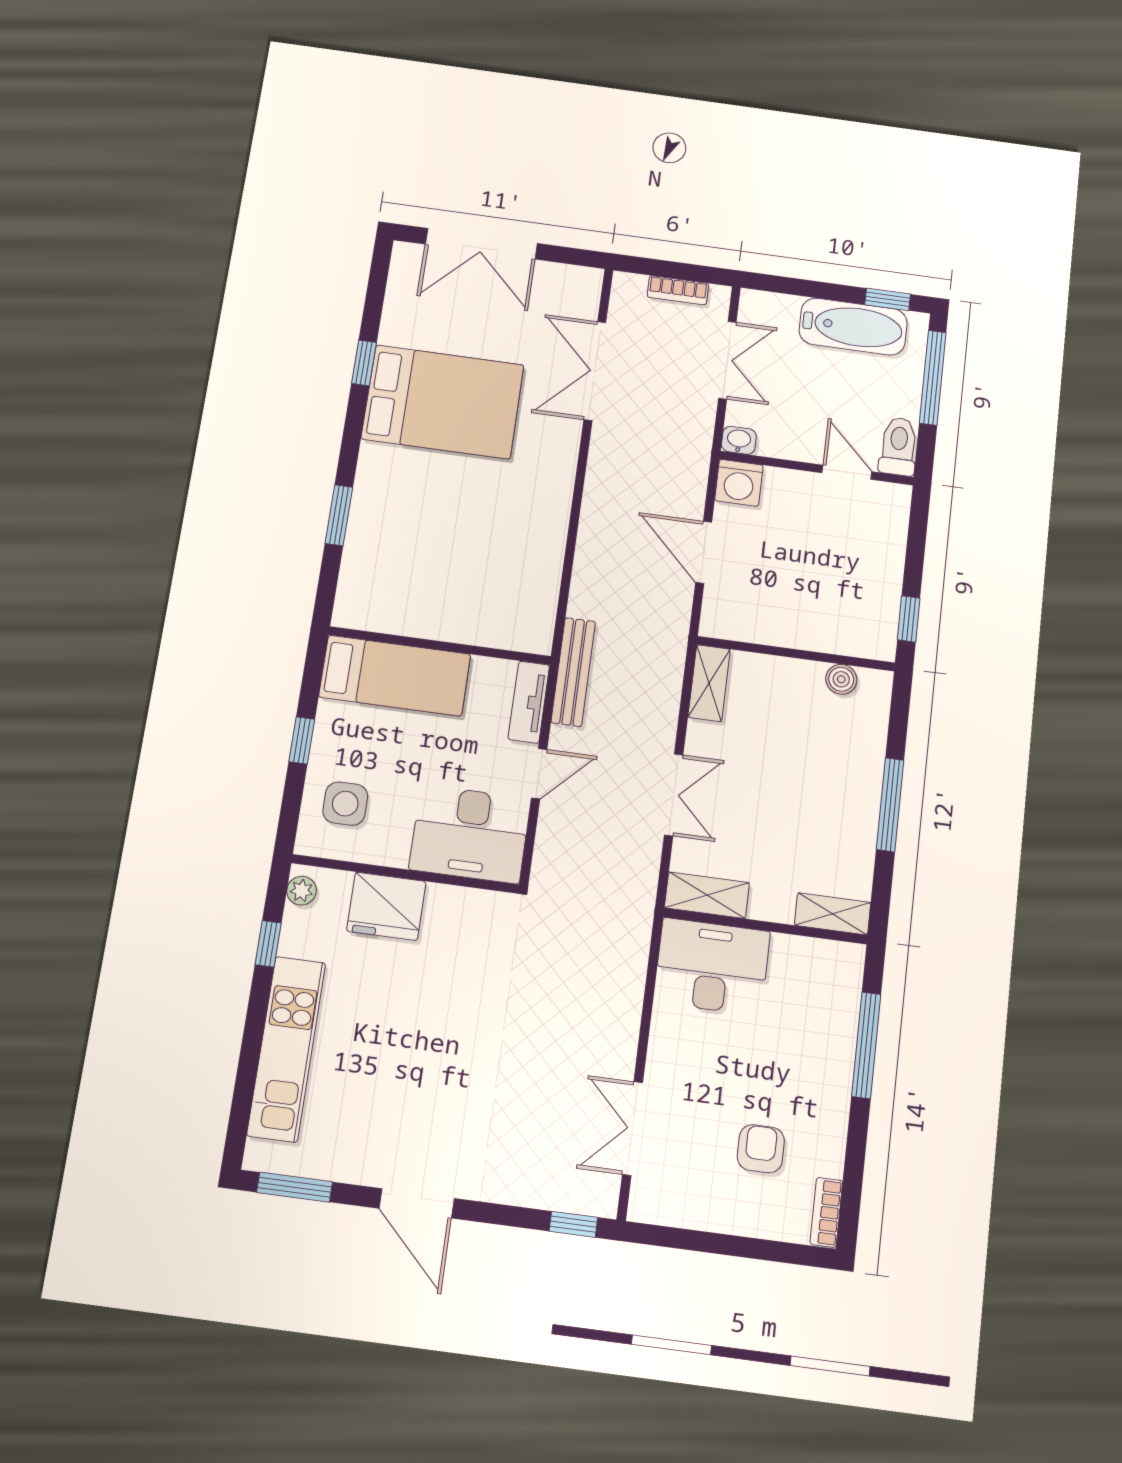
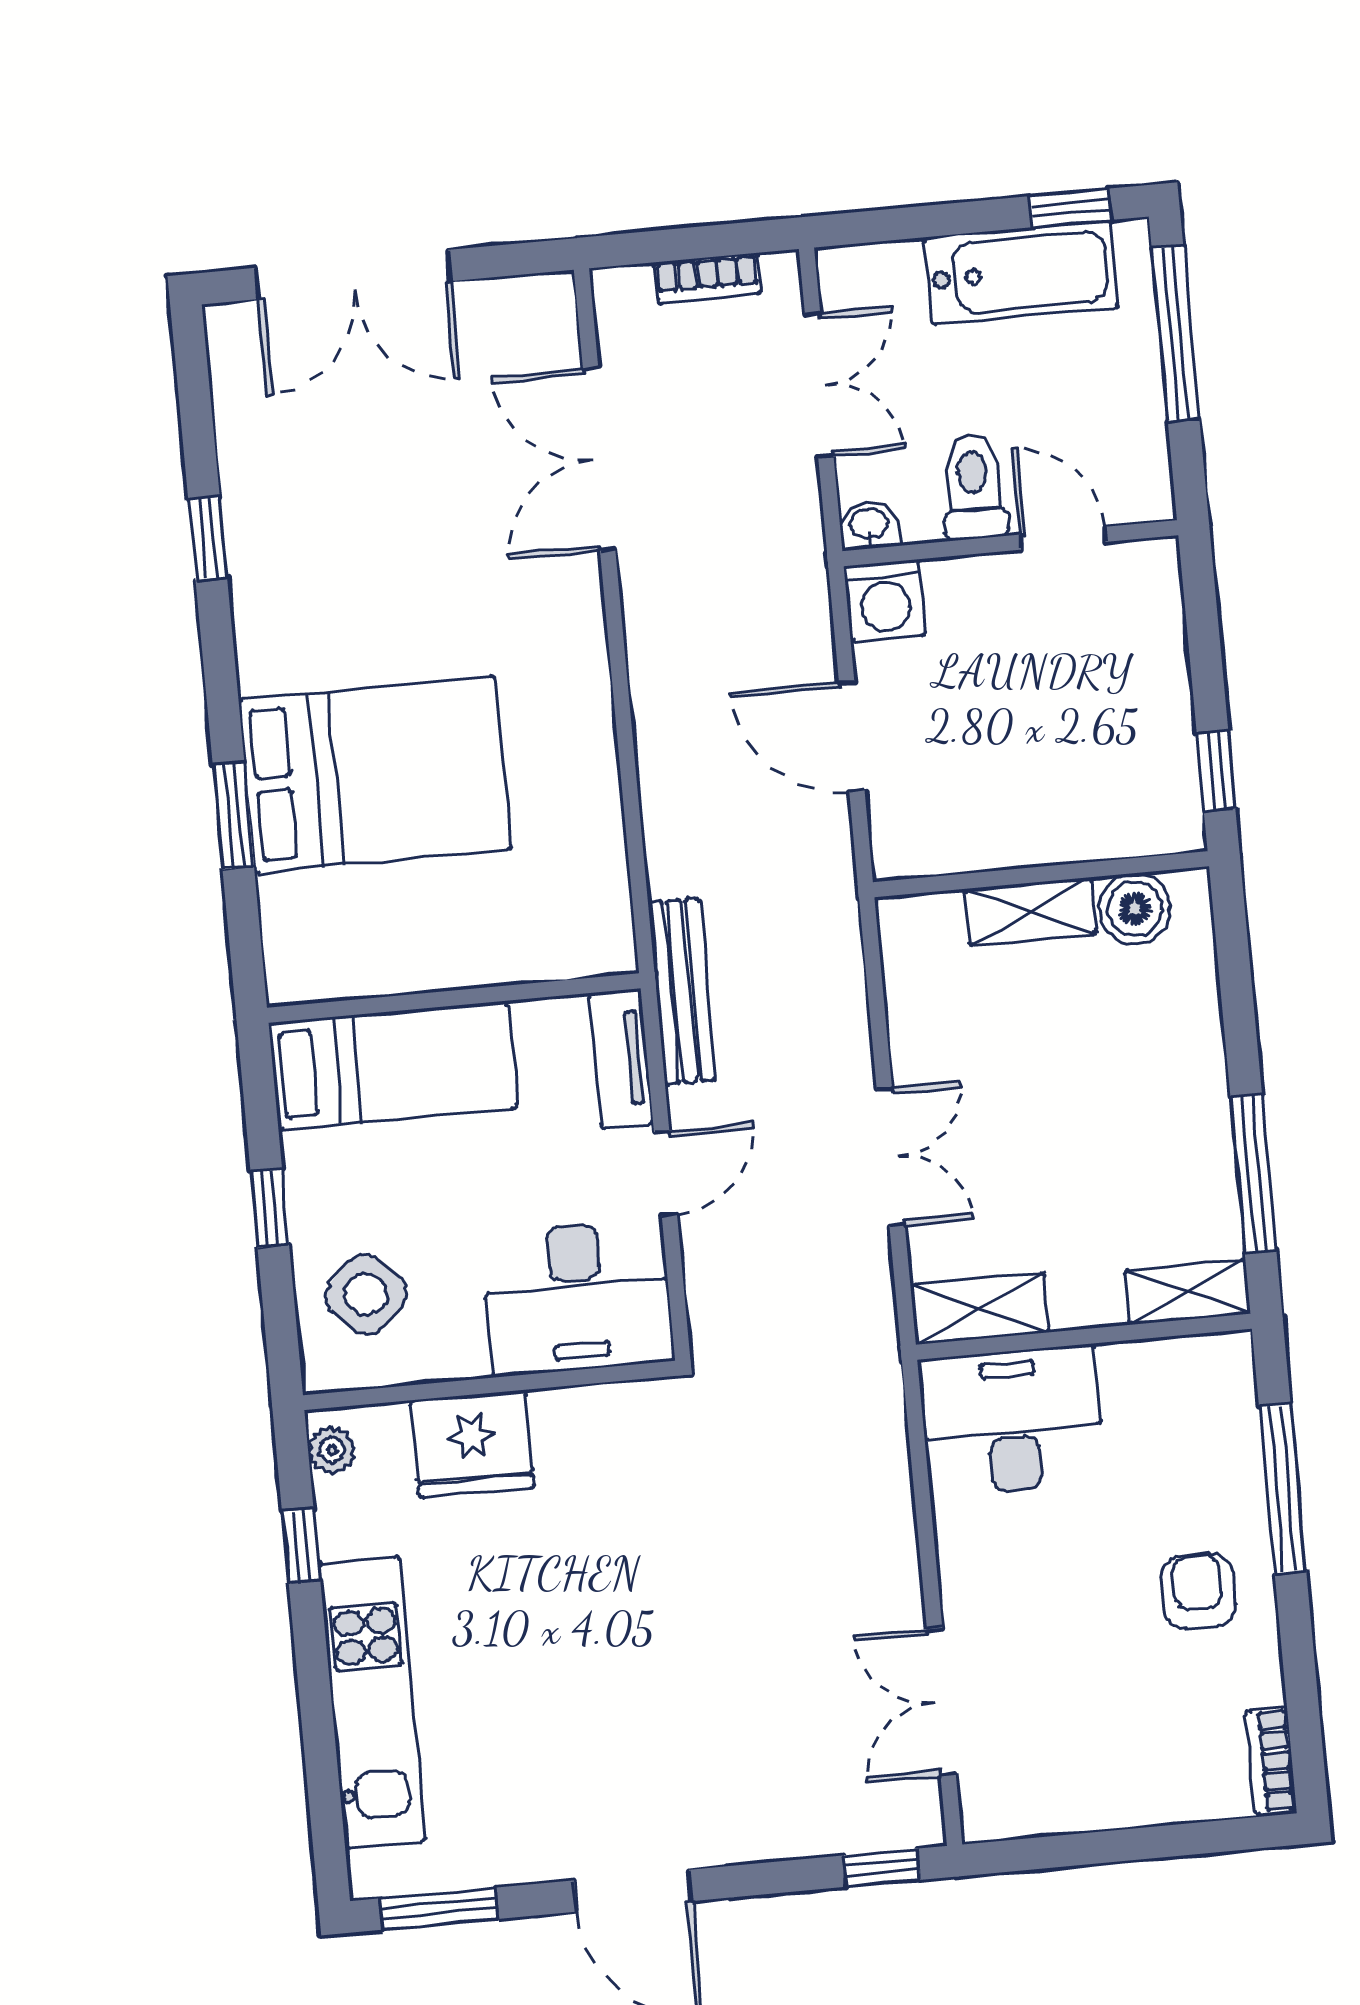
bed: (443, 402) -> (375, 775), moved
toilet: (898, 446) -> (973, 487), moved
boiler: (841, 679) -> (1135, 909), width x1.36, depth x1.36
shelving: (709, 683) -> (1030, 911), moved, turned 90
side table: (345, 804) -> (366, 1295), turned 45
window: (890, 805) -> (1253, 1174), moved
armchair: (761, 1149) -> (1198, 1591), moved

